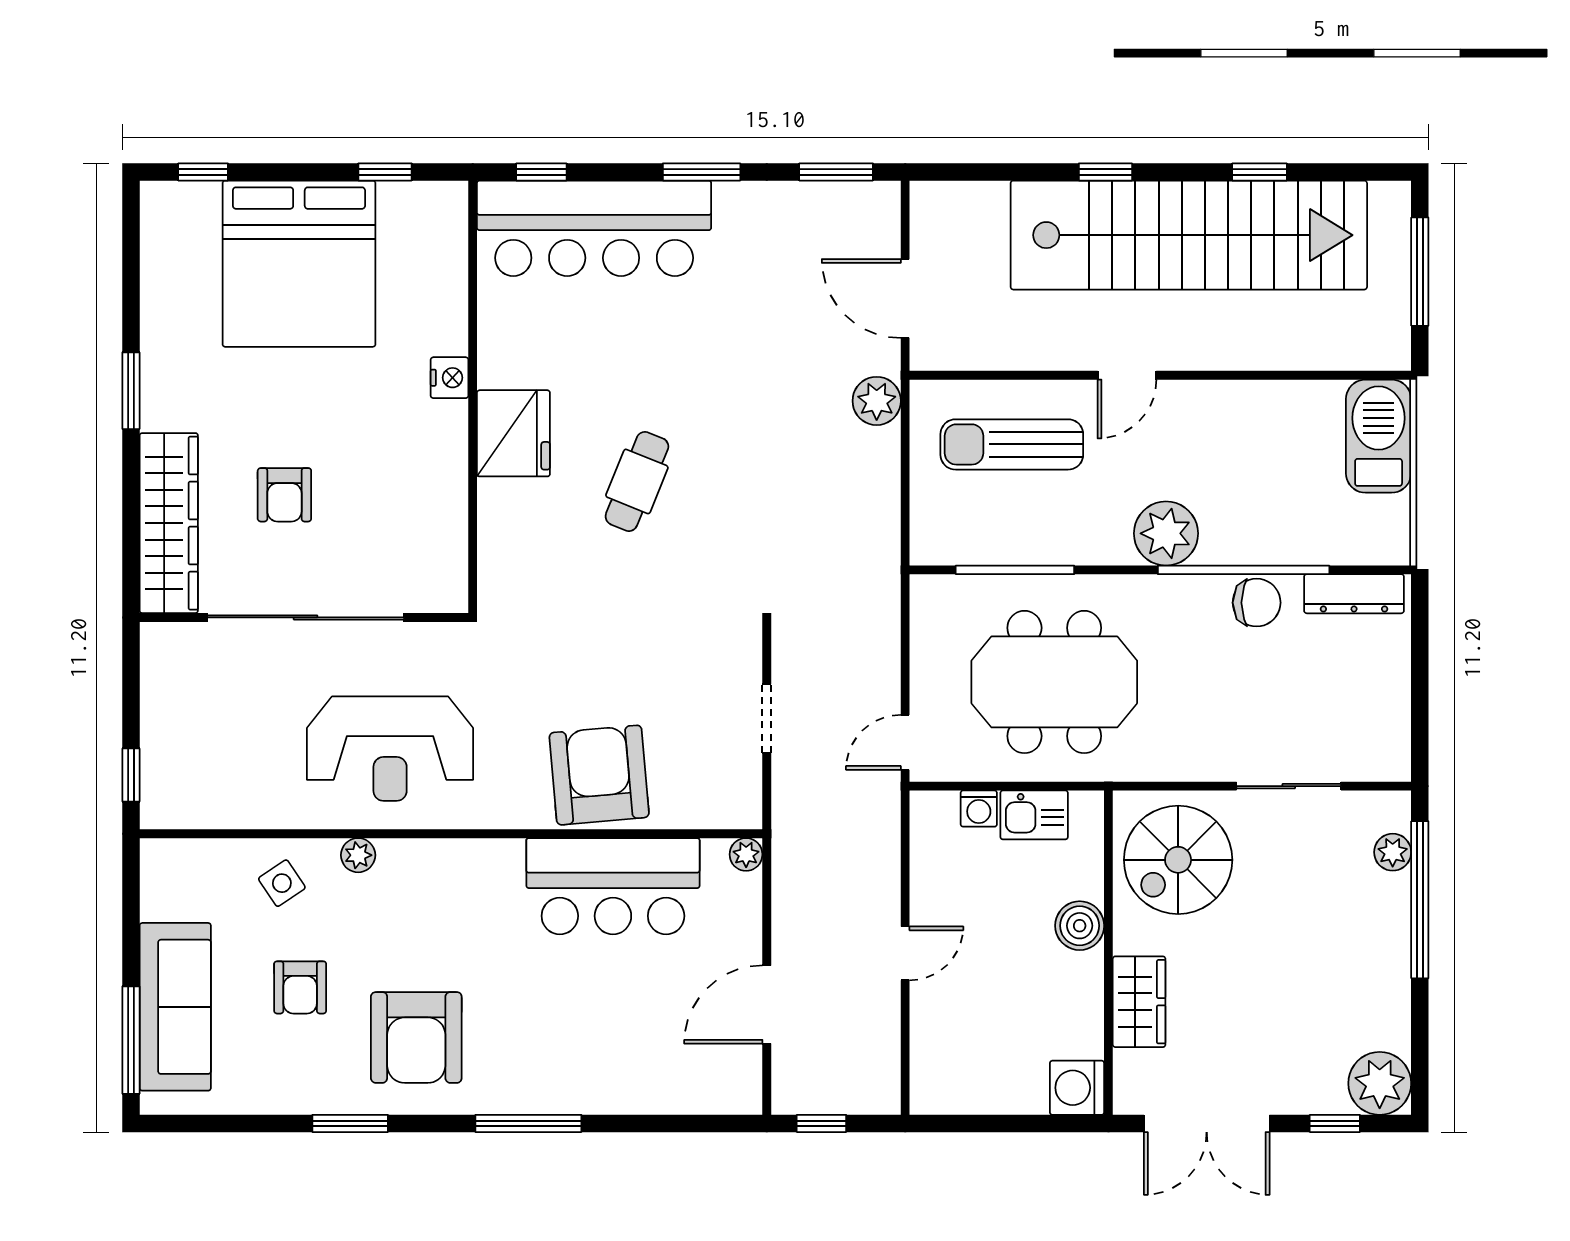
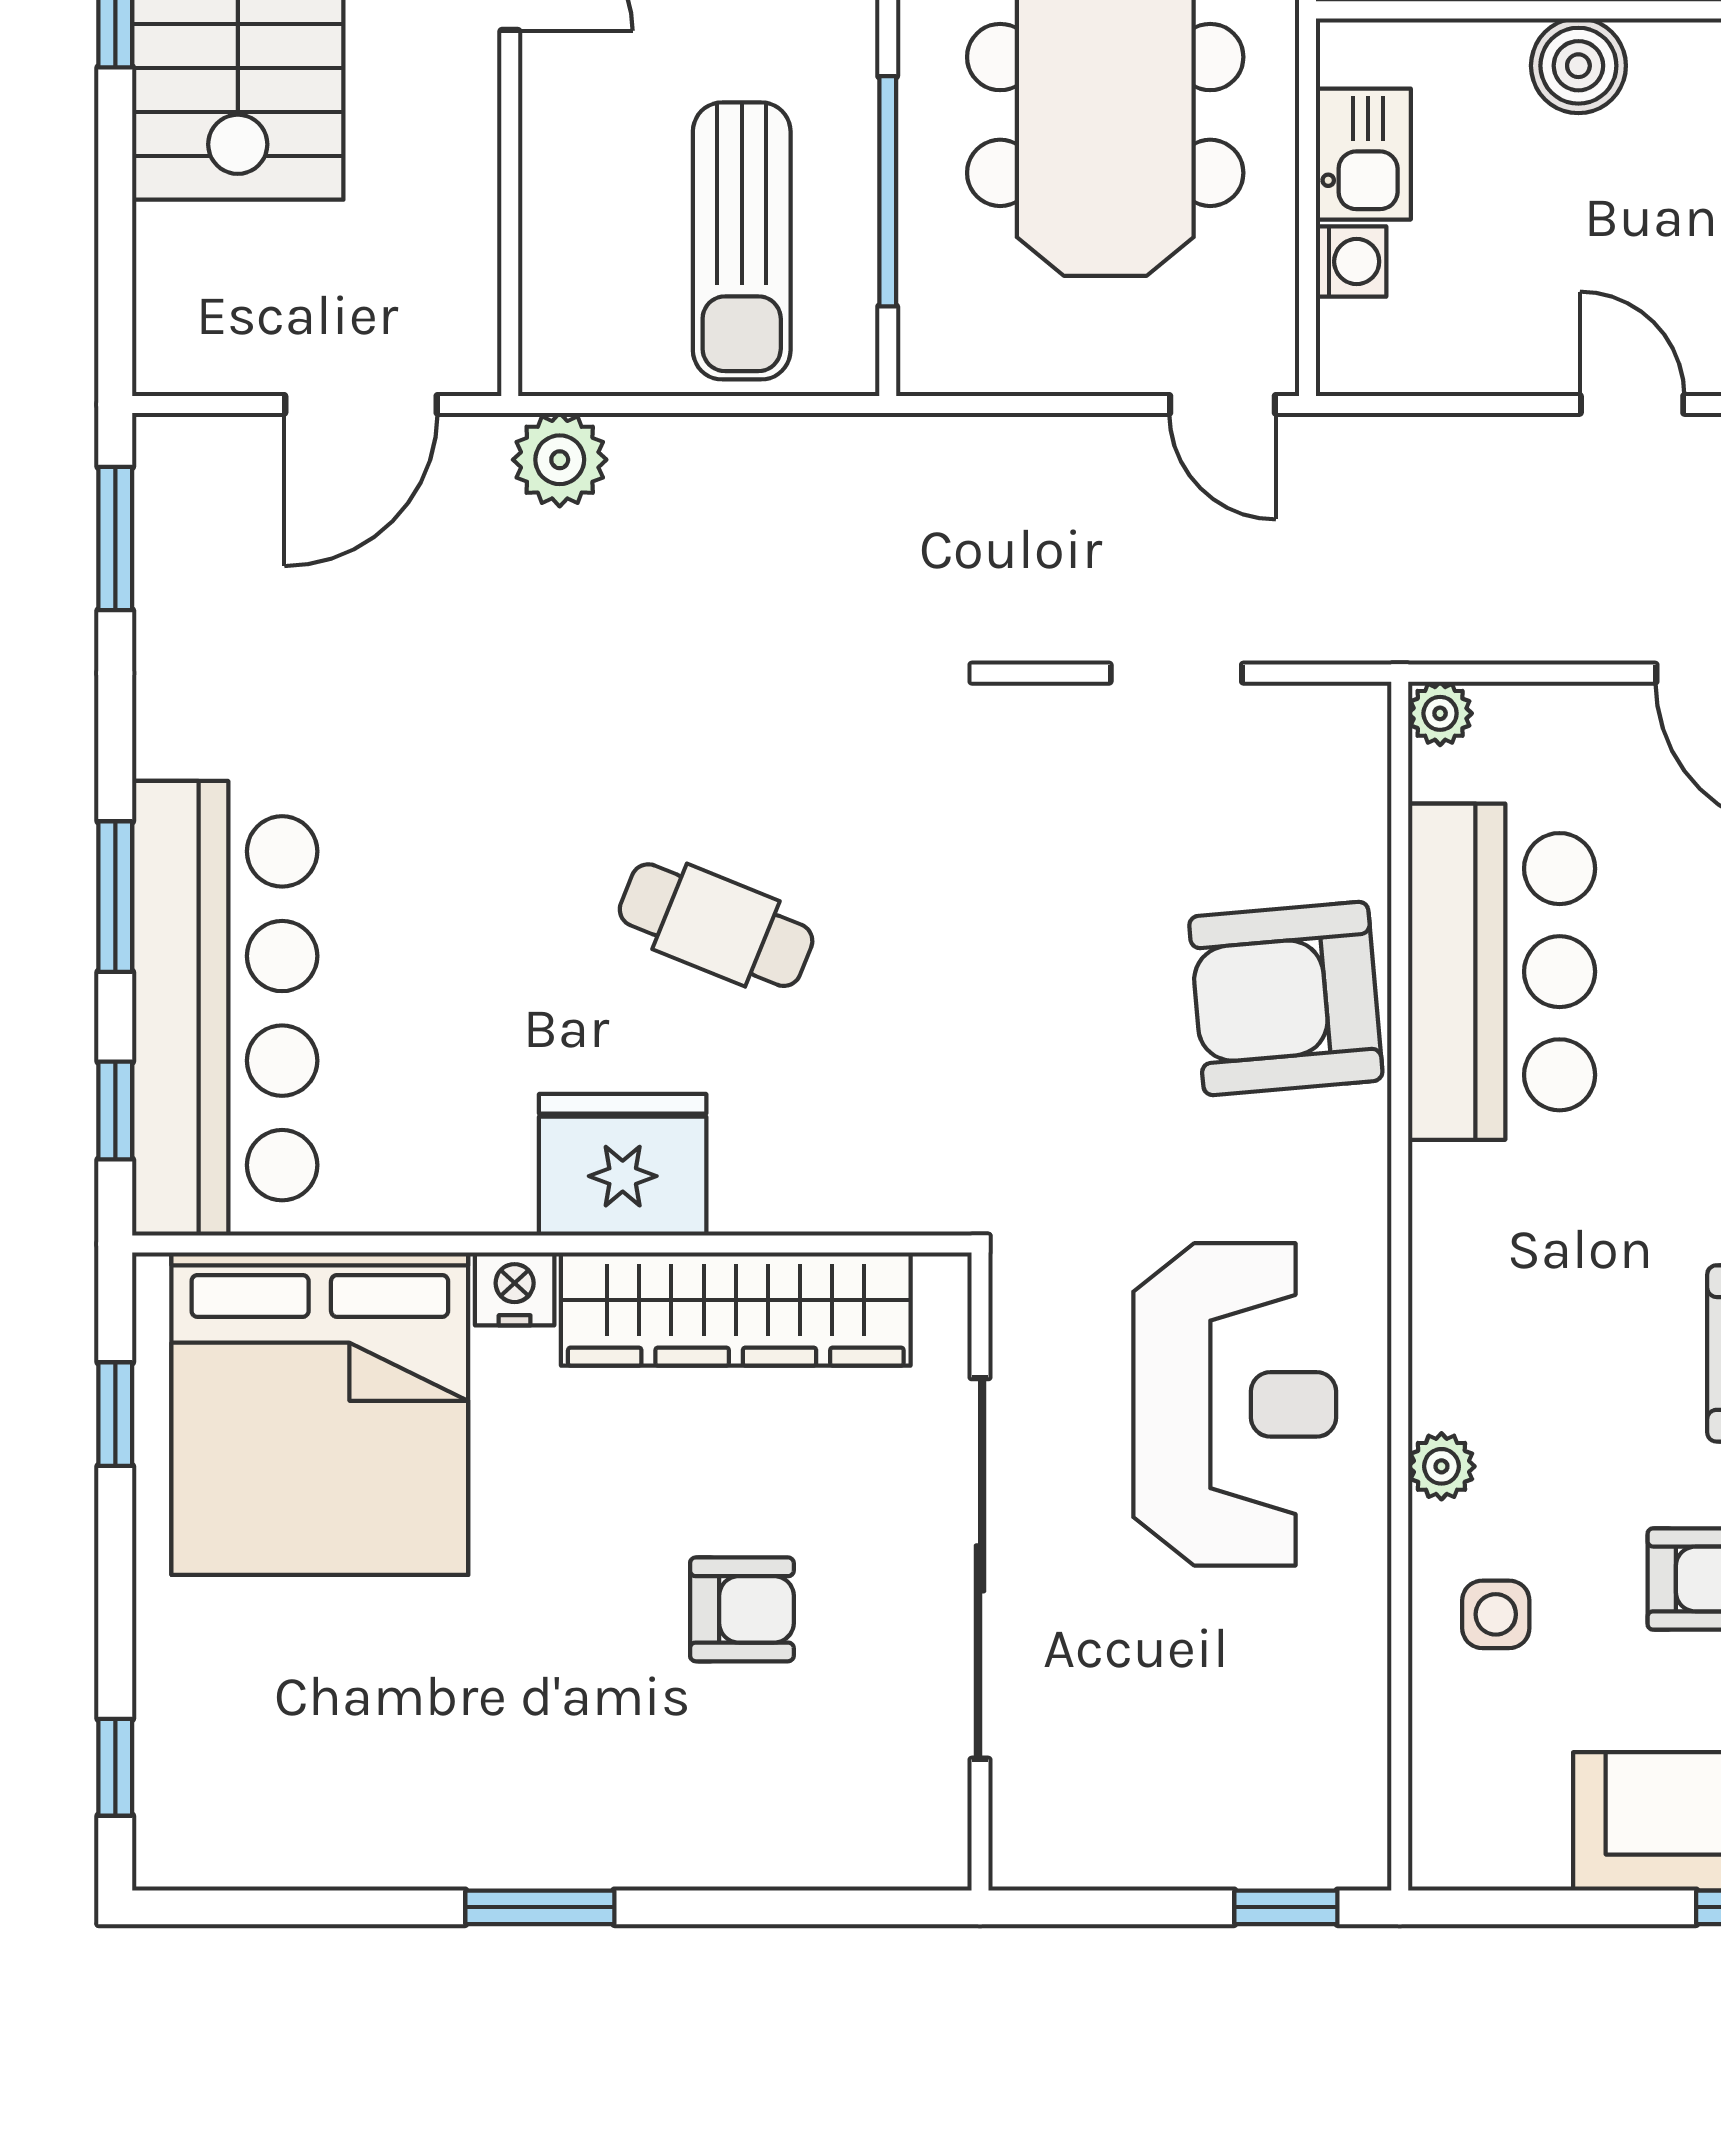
window: (702, 172) -> (115, 897), moved
bed: (299, 264) -> (320, 1414), moved, turned 90
sun lounger: (1012, 444) -> (742, 241), moved
wardrobe: (169, 523) -> (736, 1309), moved, turned 180
side table: (282, 883) -> (1496, 1614), turned 34

